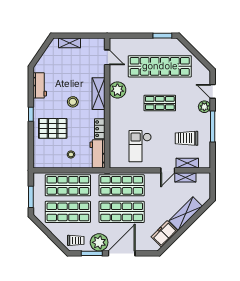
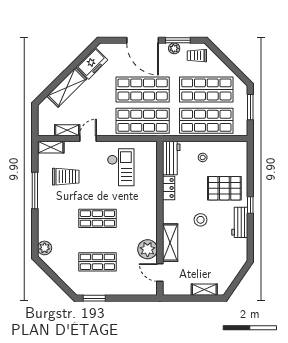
shop shelf: (160, 66) -> (97, 262), width x0.50, depth x0.74
workbench: (40, 85) -> (240, 222), moved
plant: (117, 90) -> (148, 249), moved
door: (213, 91) -> (35, 232), removed
shelving: (98, 94) -> (170, 243), moved
plant: (204, 107) -> (45, 248), moved
shelving: (187, 163) -> (51, 147), moved
plant: (99, 242) -> (174, 48), width x0.53, depth x0.53
door: (122, 253) -> (143, 40), hinge flipped

